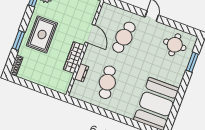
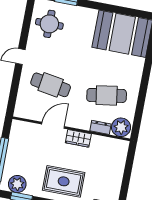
wardrobe: (74, 57) -> (78, 138), width x0.67
plant: (79, 90) -> (121, 127), added

